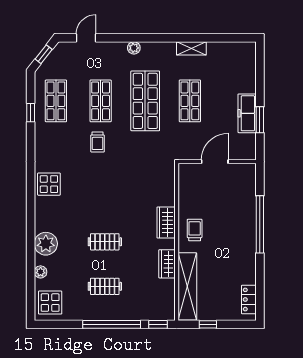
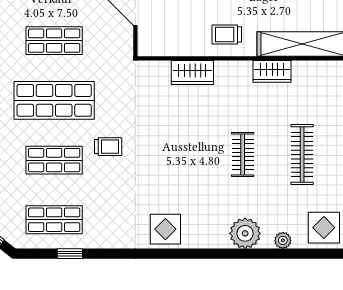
trolley: (98, 142) -> (108, 147), moved
wardrobe: (166, 222) -> (192, 72), moved
clothes rail: (105, 286) -> (302, 154), width x1.36

